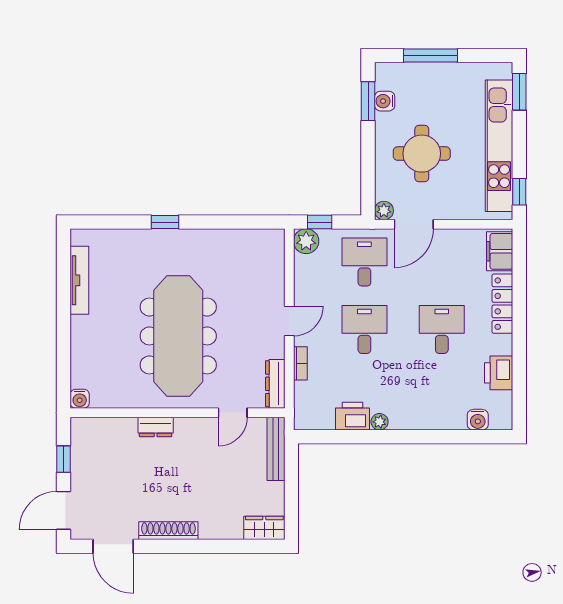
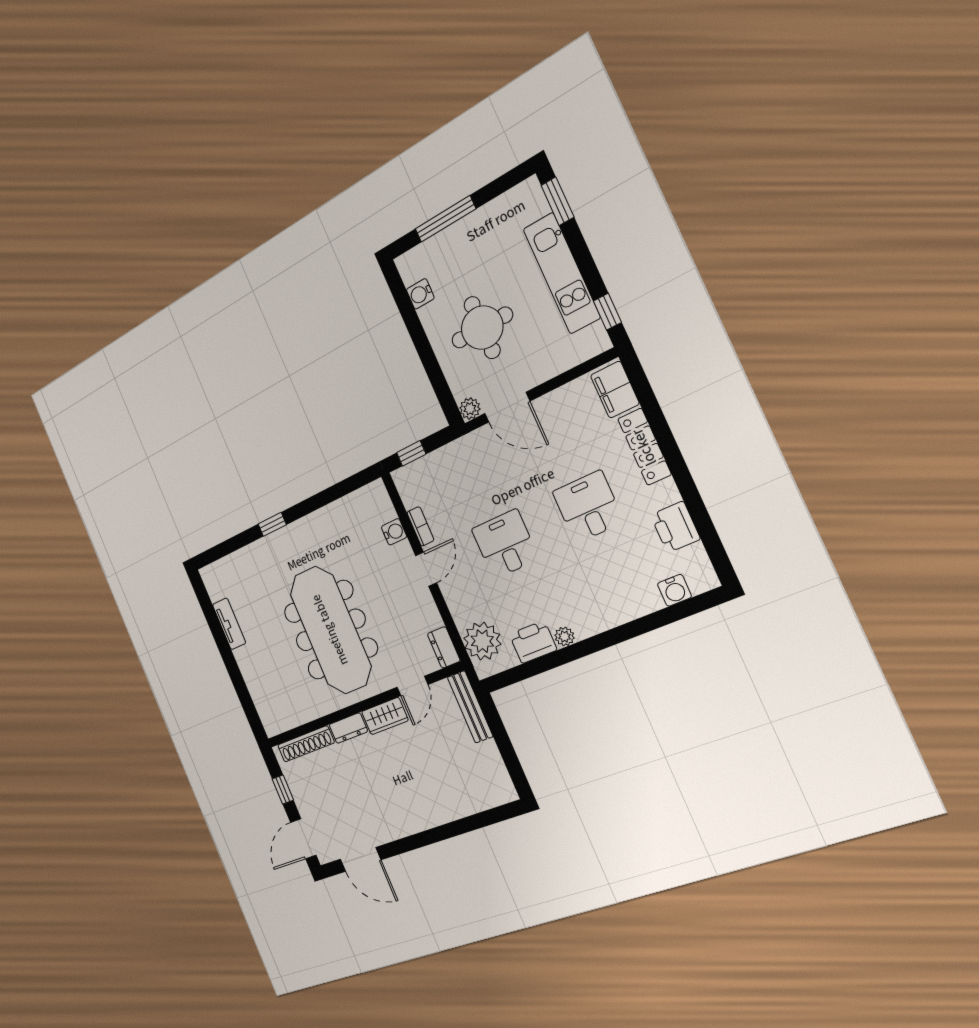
window: (368, 101) -> (404, 303), removed
kitchen unit: (499, 146) -> (562, 273), width x0.73
door: (414, 224) -> (507, 407), hinge flipped
plant: (306, 241) -> (482, 641), moved, width x1.36, depth x1.36
desk: (364, 262) -> (474, 473), removed
tv unit: (79, 280) -> (229, 624), width x0.71
bookcase: (300, 363) -> (420, 526), moved
dresser: (275, 384) -> (444, 647), width x0.70
water cooler: (80, 399) -> (394, 532), moved, turned -90
wardrobe: (264, 528) -> (385, 716), moved, turned 180
shoe rack: (168, 531) -> (306, 744), moved, turned 180

